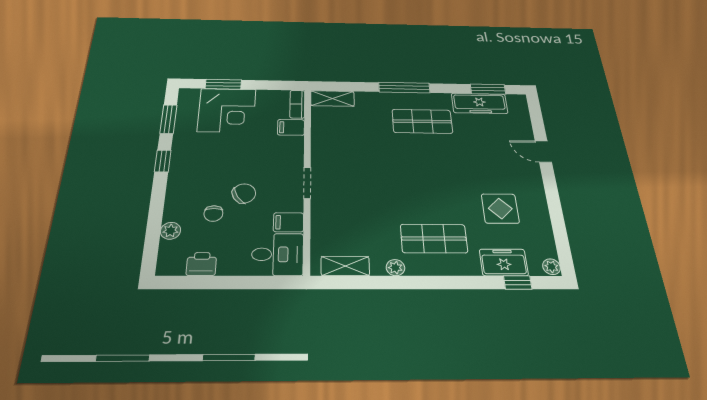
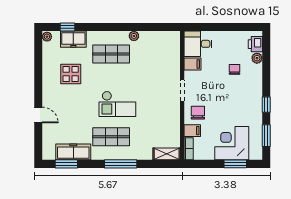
checkout: (416, 165) -> (117, 104), added
chair: (244, 193) -> (198, 113), moved, turned 122
printer: (201, 264) -> (255, 44), moved, turned 90
shelving: (345, 266) -> (161, 37), removed

